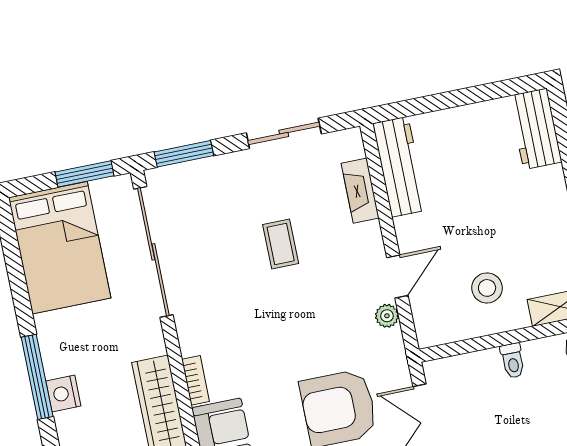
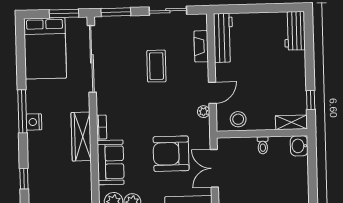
coffee table: (281, 244) -> (156, 66), width x1.36, depth x1.30
stool: (487, 288) -> (238, 119), moved

